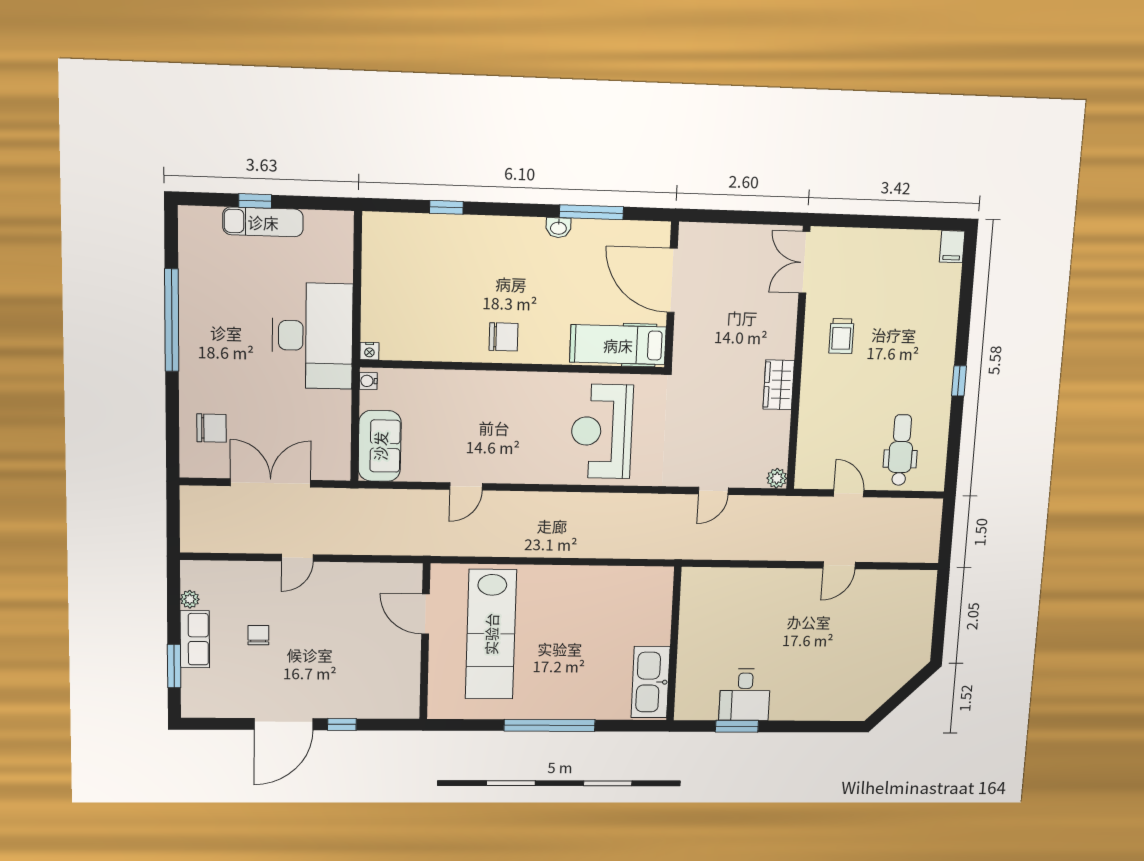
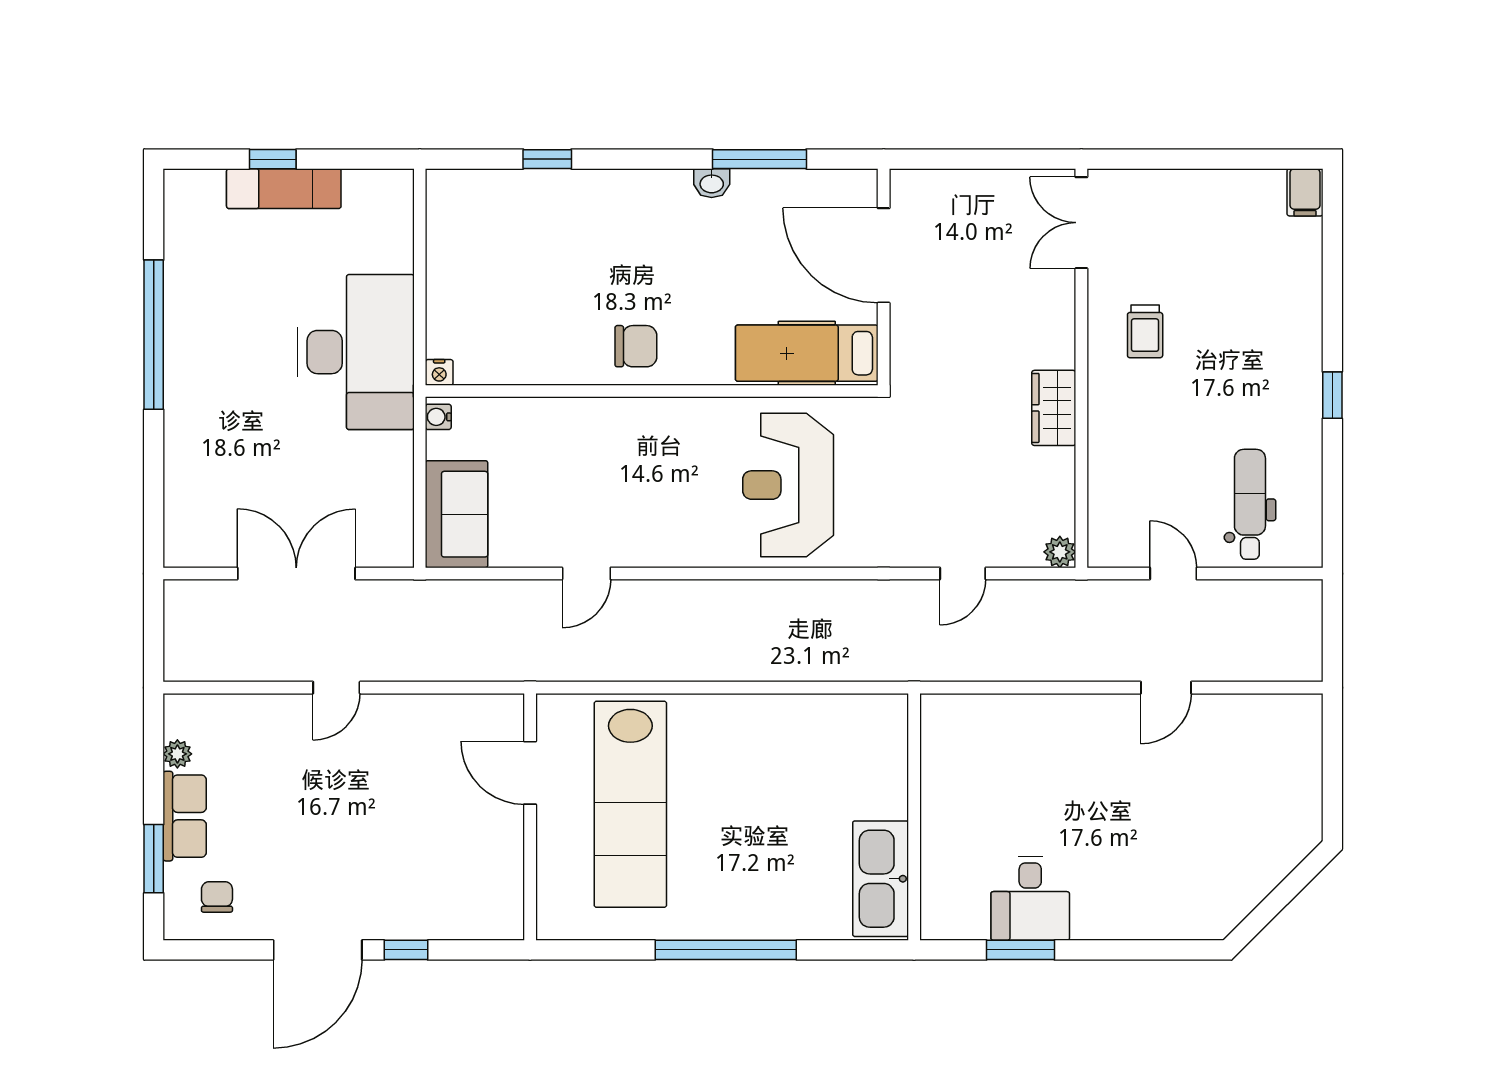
chair: (212, 428) -> (210, 492), removed
chair: (258, 635) -> (217, 897), moved

